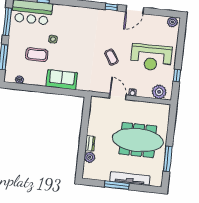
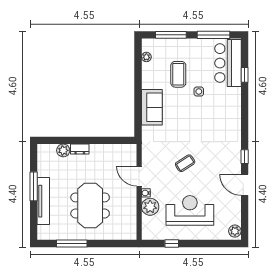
reception desk: (151, 58) -> (190, 210), turned 90
plant: (159, 92) -> (150, 207), moved
door: (118, 97) -> (139, 176), swing flipped
meeting table: (138, 140) -> (90, 205), width x0.73

